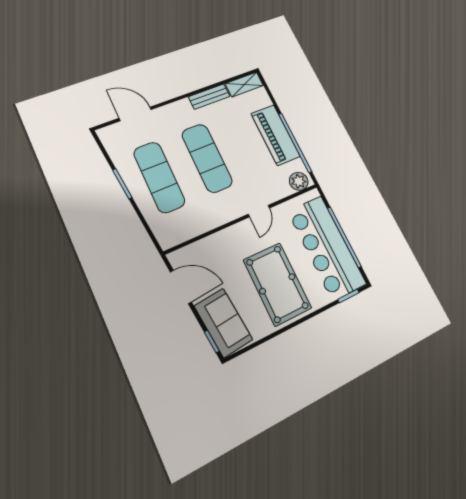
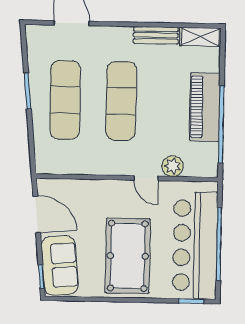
plant: (299, 181) -> (173, 166), moved
door: (259, 211) -> (146, 178), hinge flipped

